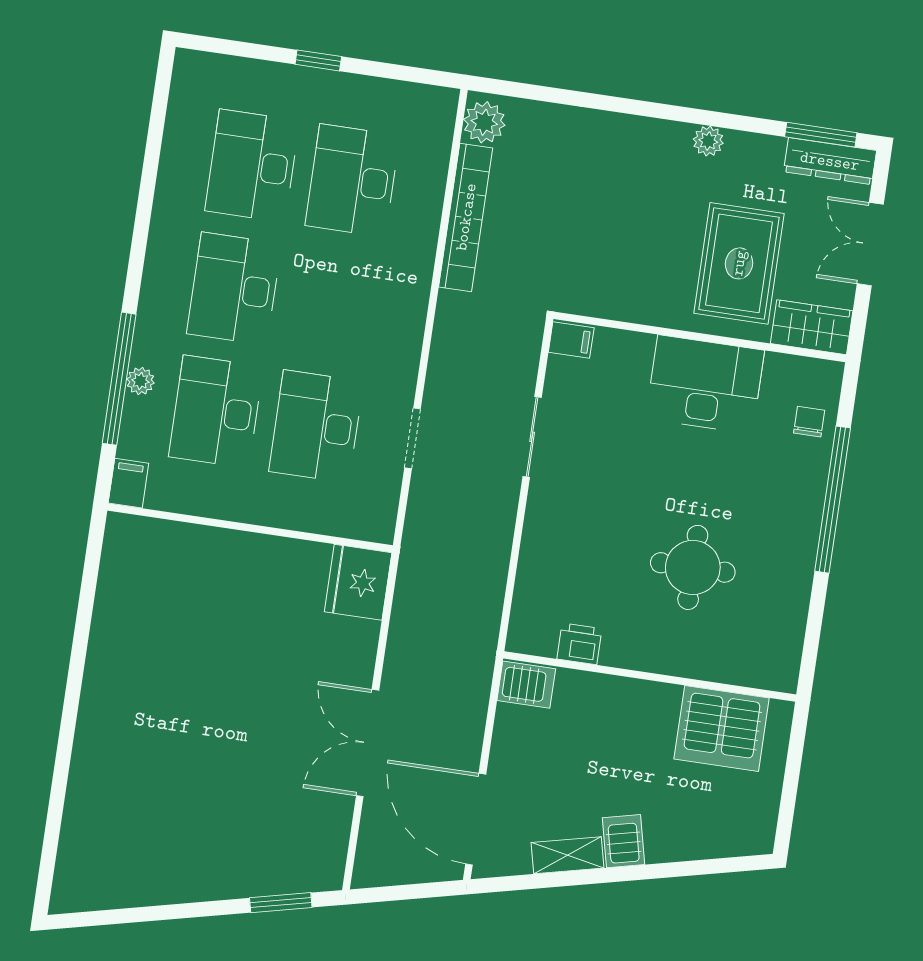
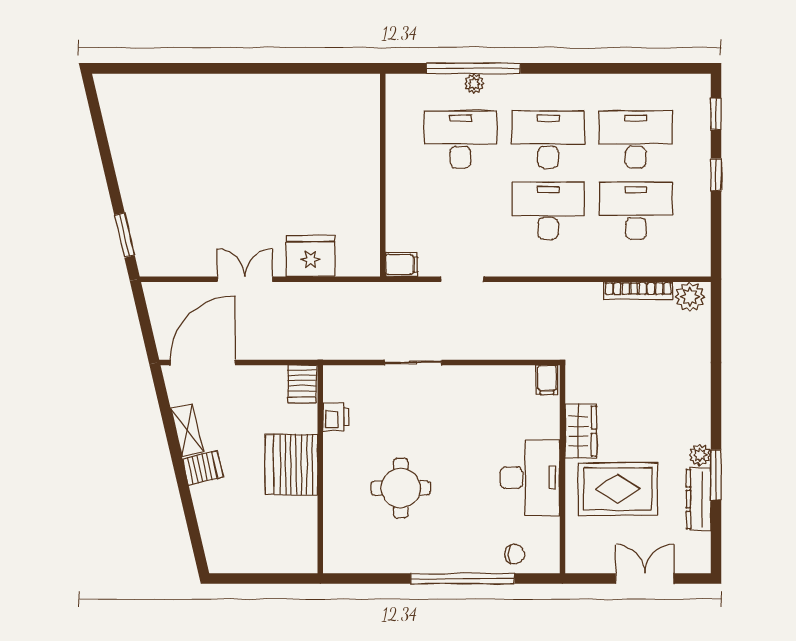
window: (233, 48) -> (716, 114), added
window: (821, 135) -> (716, 475), moved
dresser: (830, 161) -> (699, 499), moved
bookcase: (466, 217) -> (638, 291), width x0.68, depth x0.76
wardrobe: (812, 327) -> (581, 431), moved
desk: (316, 426) -> (548, 211), moved
sliding door: (532, 437) -> (413, 362), moved
filing cabinet: (128, 483) -> (401, 265), moved
fridge: (358, 582) -> (311, 256), moved
server rack: (722, 729) -> (291, 464), moved
double door: (368, 743) -> (245, 279), width x0.73

